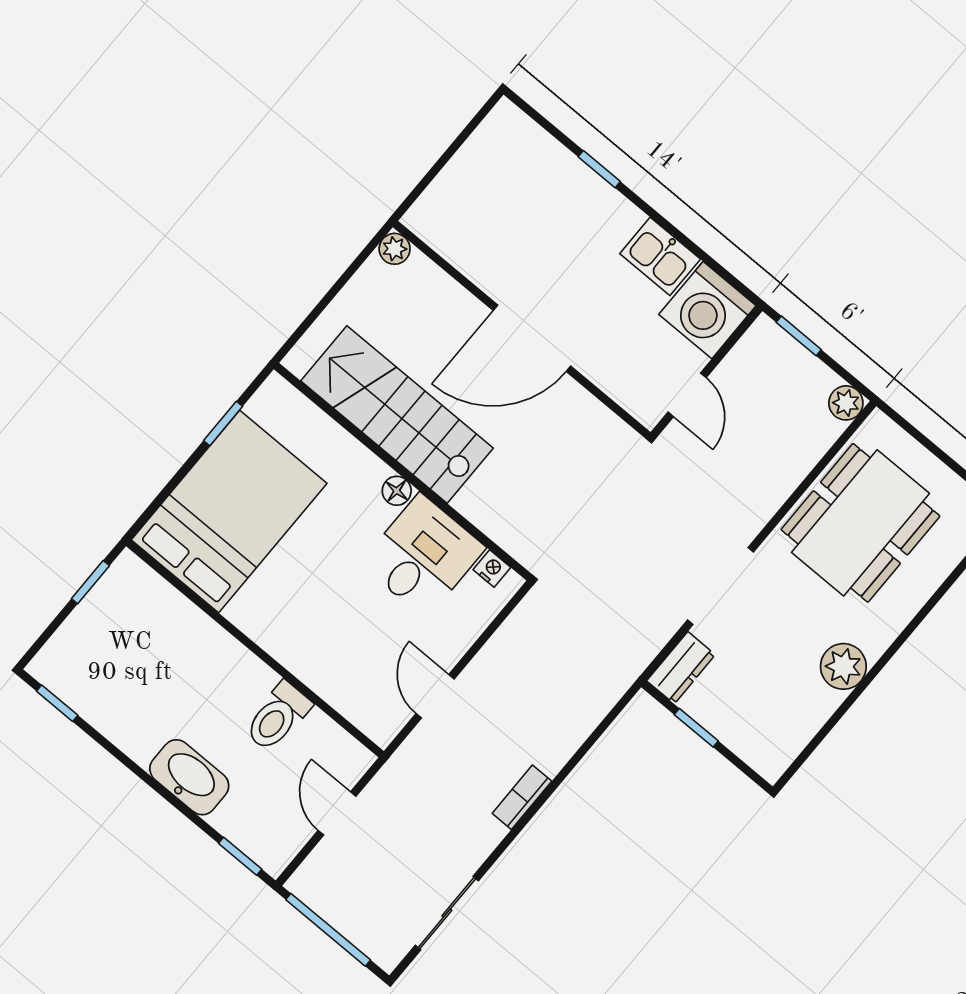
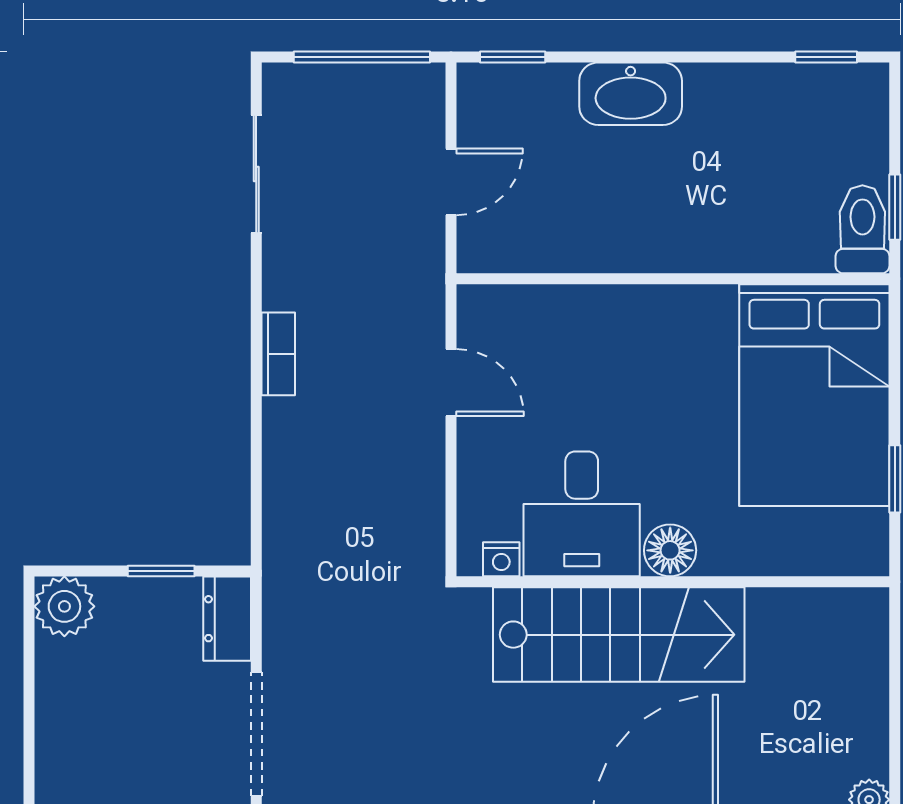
stairs: (397, 414) -> (619, 635), moved
floor lamp: (397, 491) -> (670, 550), width x1.37, depth x1.37
plant: (843, 666) -> (64, 606), moved
toilet: (278, 717) -> (862, 229), moved
door: (337, 813) -> (451, 182), hinge flipped

